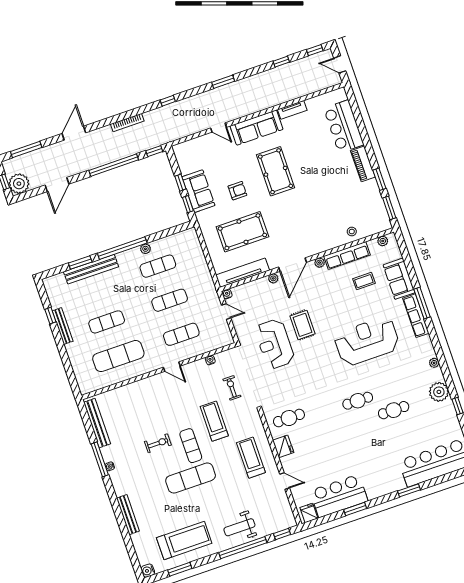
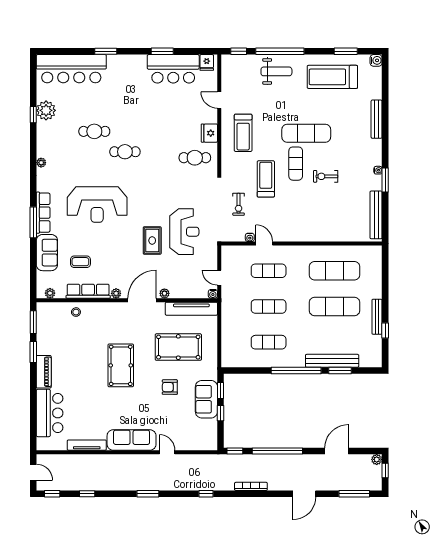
tv unit: (292, 110) -> (87, 445), width x1.41
pool table: (276, 171) -> (121, 365), moved
plant: (19, 184) -> (377, 459), width x0.53, depth x0.53
plant: (145, 249) -> (275, 362), removed
exercise mat: (107, 322) -> (335, 306), width x1.36, depth x1.45
door: (172, 367) -> (264, 244), moved
plant: (439, 392) -> (46, 110), moved
treadmill: (214, 421) -> (266, 179), turned 180
window: (100, 459) -> (385, 180), width x0.69

